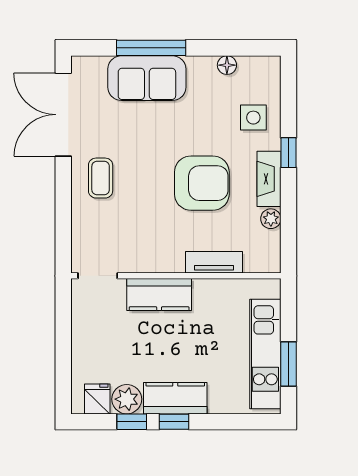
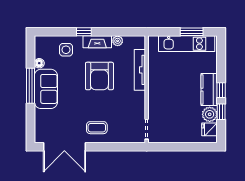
window: (151, 48) -> (30, 86), moved
sofa: (147, 78) -> (46, 89), moved
armchair: (202, 183) -> (99, 76), turned 180
tv unit: (214, 262) -> (140, 70), width x1.41
kitchen counter: (159, 294) -> (156, 98), removed

